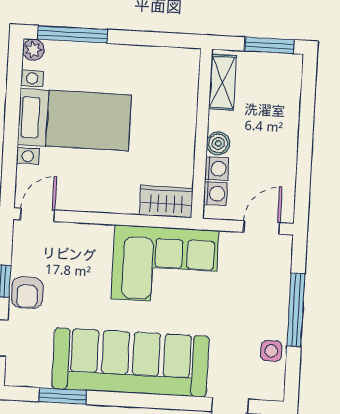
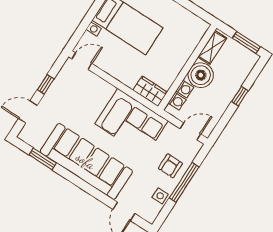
window: (306, 132) -> (240, 96), added
boiler: (218, 143) -> (201, 75), width x1.86, depth x1.86
armchair: (27, 293) -> (170, 166), moved

